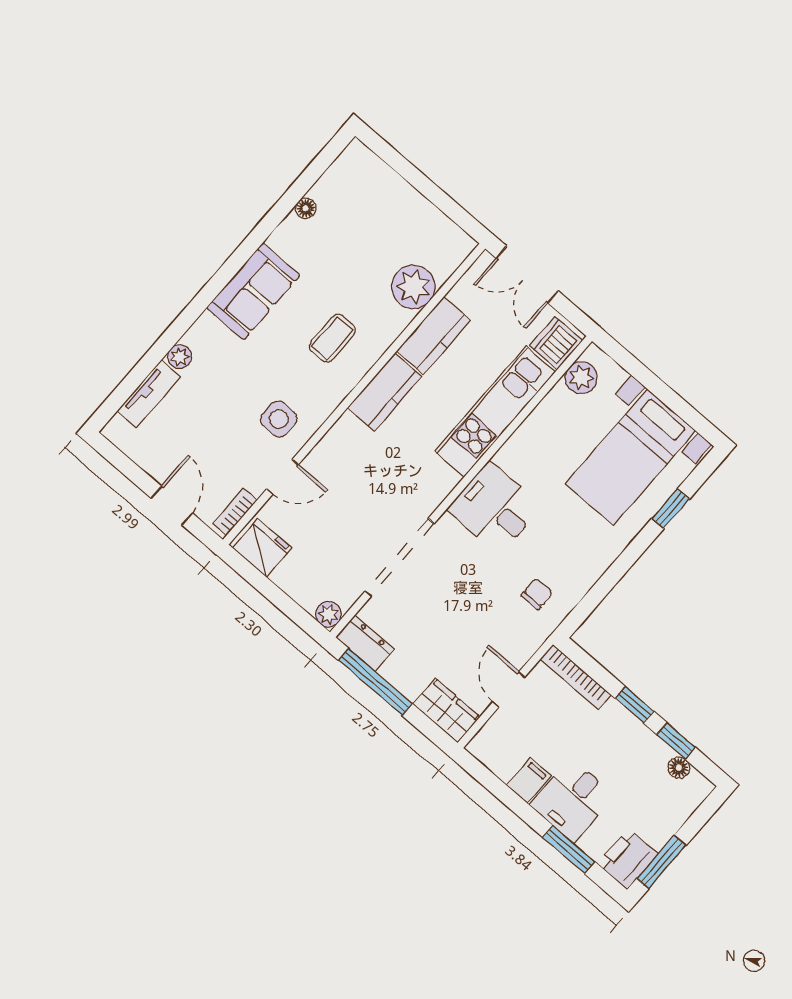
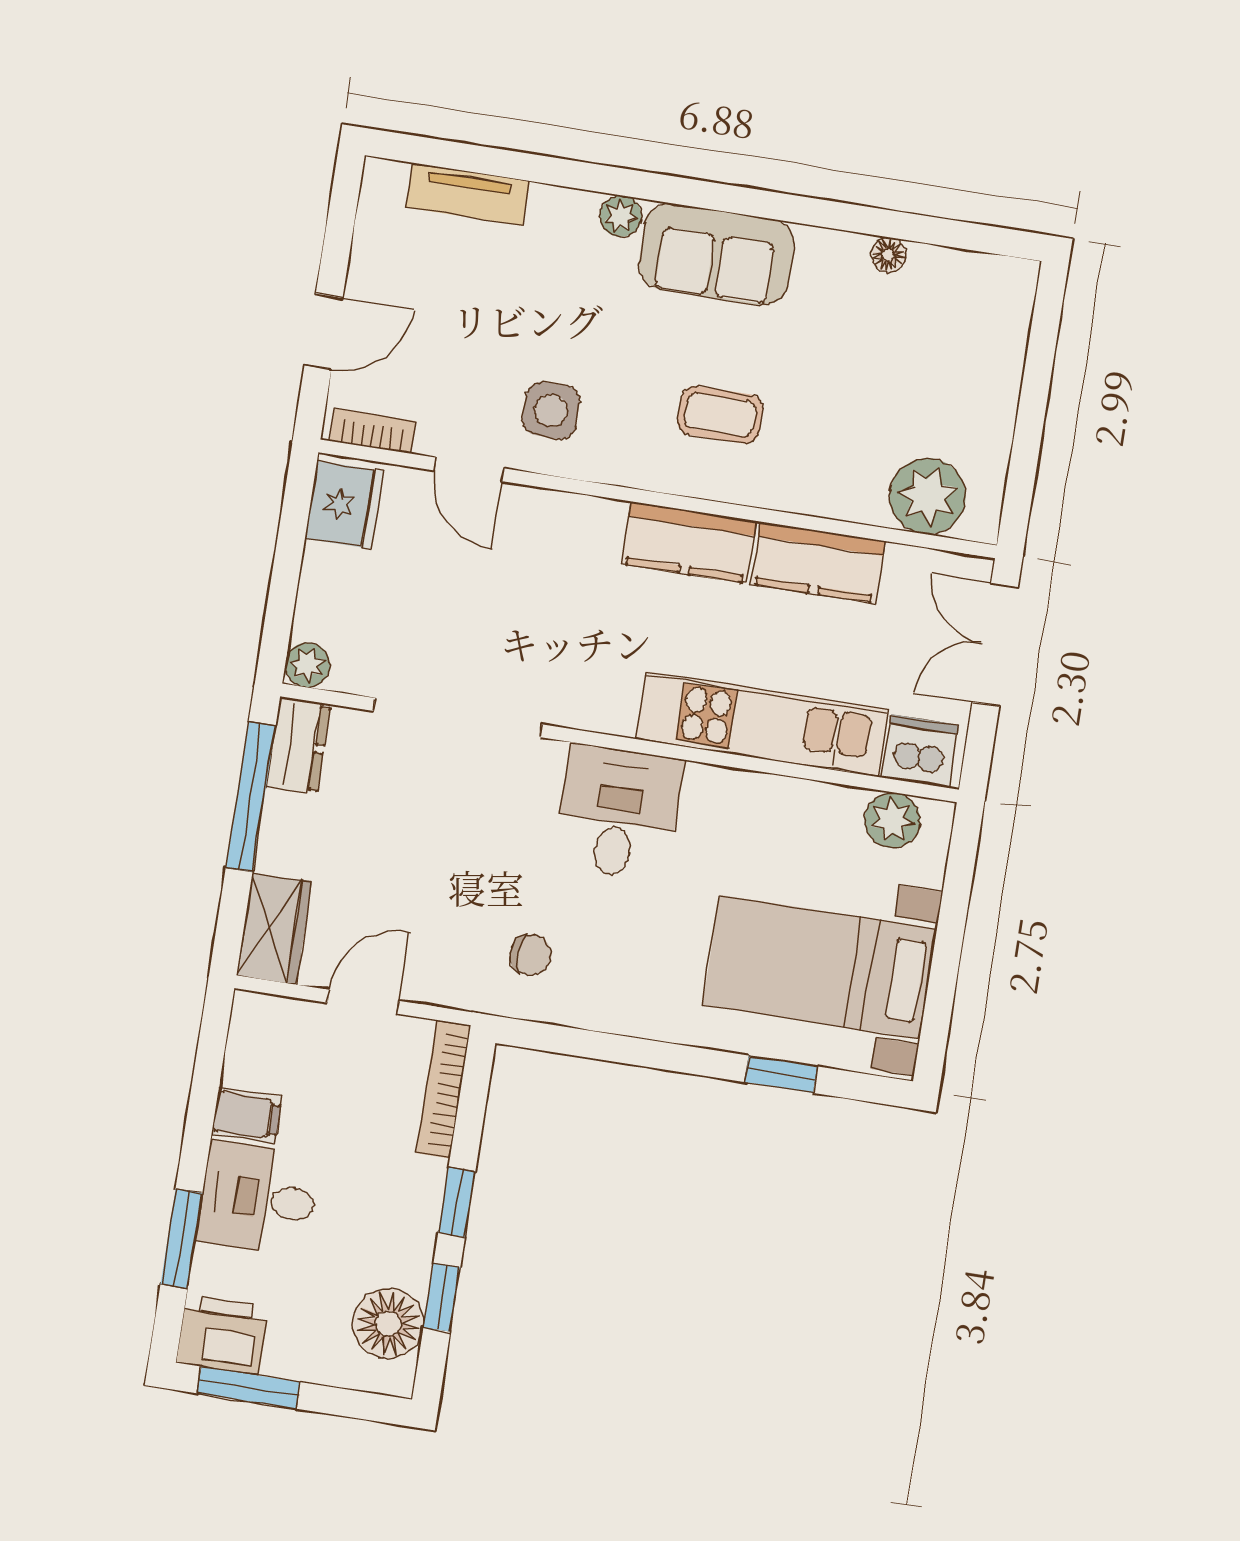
plant: (413, 287) -> (928, 496), moved
plant: (180, 357) -> (621, 216), moved
floor lamp: (679, 768) -> (388, 1324), width x1.89, depth x1.89

